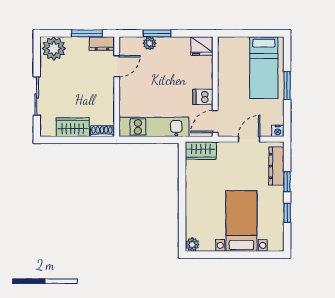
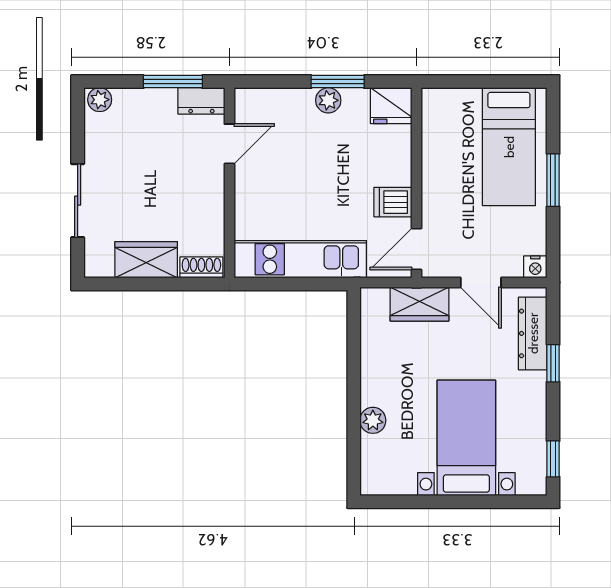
window: (157, 33) -> (338, 82), moved
plant: (150, 43) -> (328, 100), moved
plant: (54, 48) -> (100, 100), width x0.53, depth x0.53
door: (249, 139) -> (481, 282), swing flipped
wardrobe: (201, 151) -> (419, 304), moved
window: (287, 213) -> (553, 459), moved
plant: (192, 245) -> (373, 420), moved

